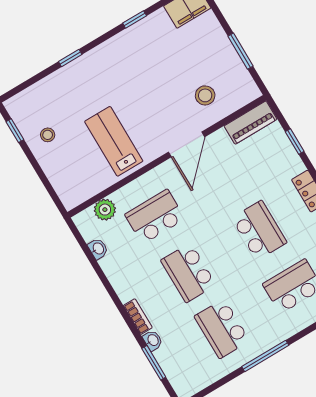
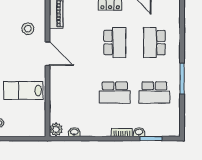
plant: (105, 210) -> (56, 129), moved
school desk: (155, 217) -> (75, 93), removed
school desk: (259, 230) -> (115, 43), turned 90

